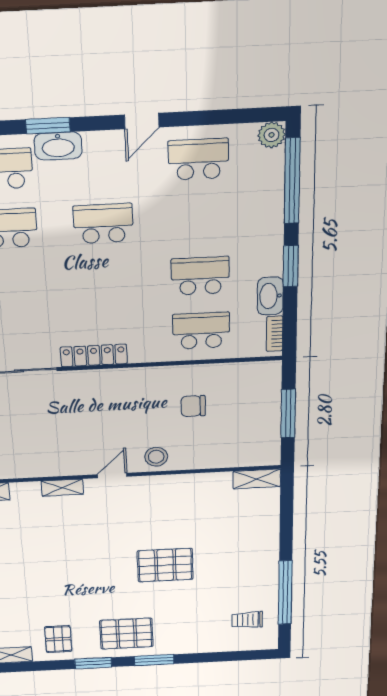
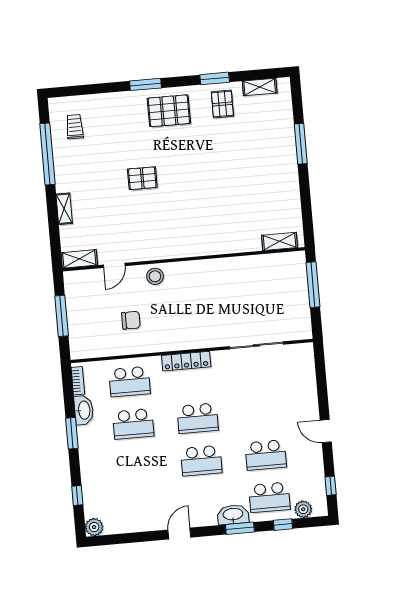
school desk: (198, 159) -> (198, 418), moved
window: (292, 181) -> (77, 496), width x0.32
locker: (94, 355) -> (186, 361), moved
door: (112, 475) -> (114, 265), moved
shelving: (62, 488) -> (64, 209), moved, turned 90
pallet: (165, 565) -> (142, 178), width x0.67, depth x0.71
trolley: (247, 620) -> (75, 127), turned -90
window: (93, 663) -> (215, 78), moved

